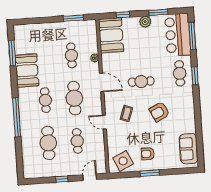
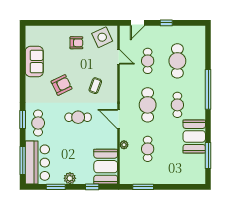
door: (104, 122) -> (119, 57), moved
sofa: (189, 149) -> (34, 62), moved
window: (150, 173) -> (76, 23), removed

